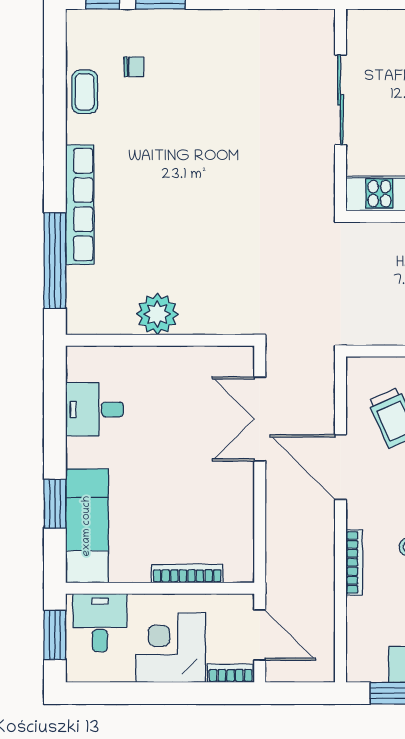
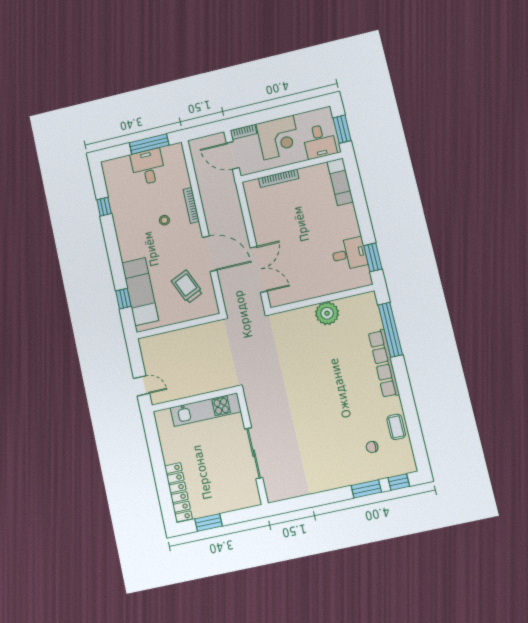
window: (55, 504) -> (373, 257), moved
exam couch: (87, 526) -> (340, 182), width x0.73, depth x0.69

